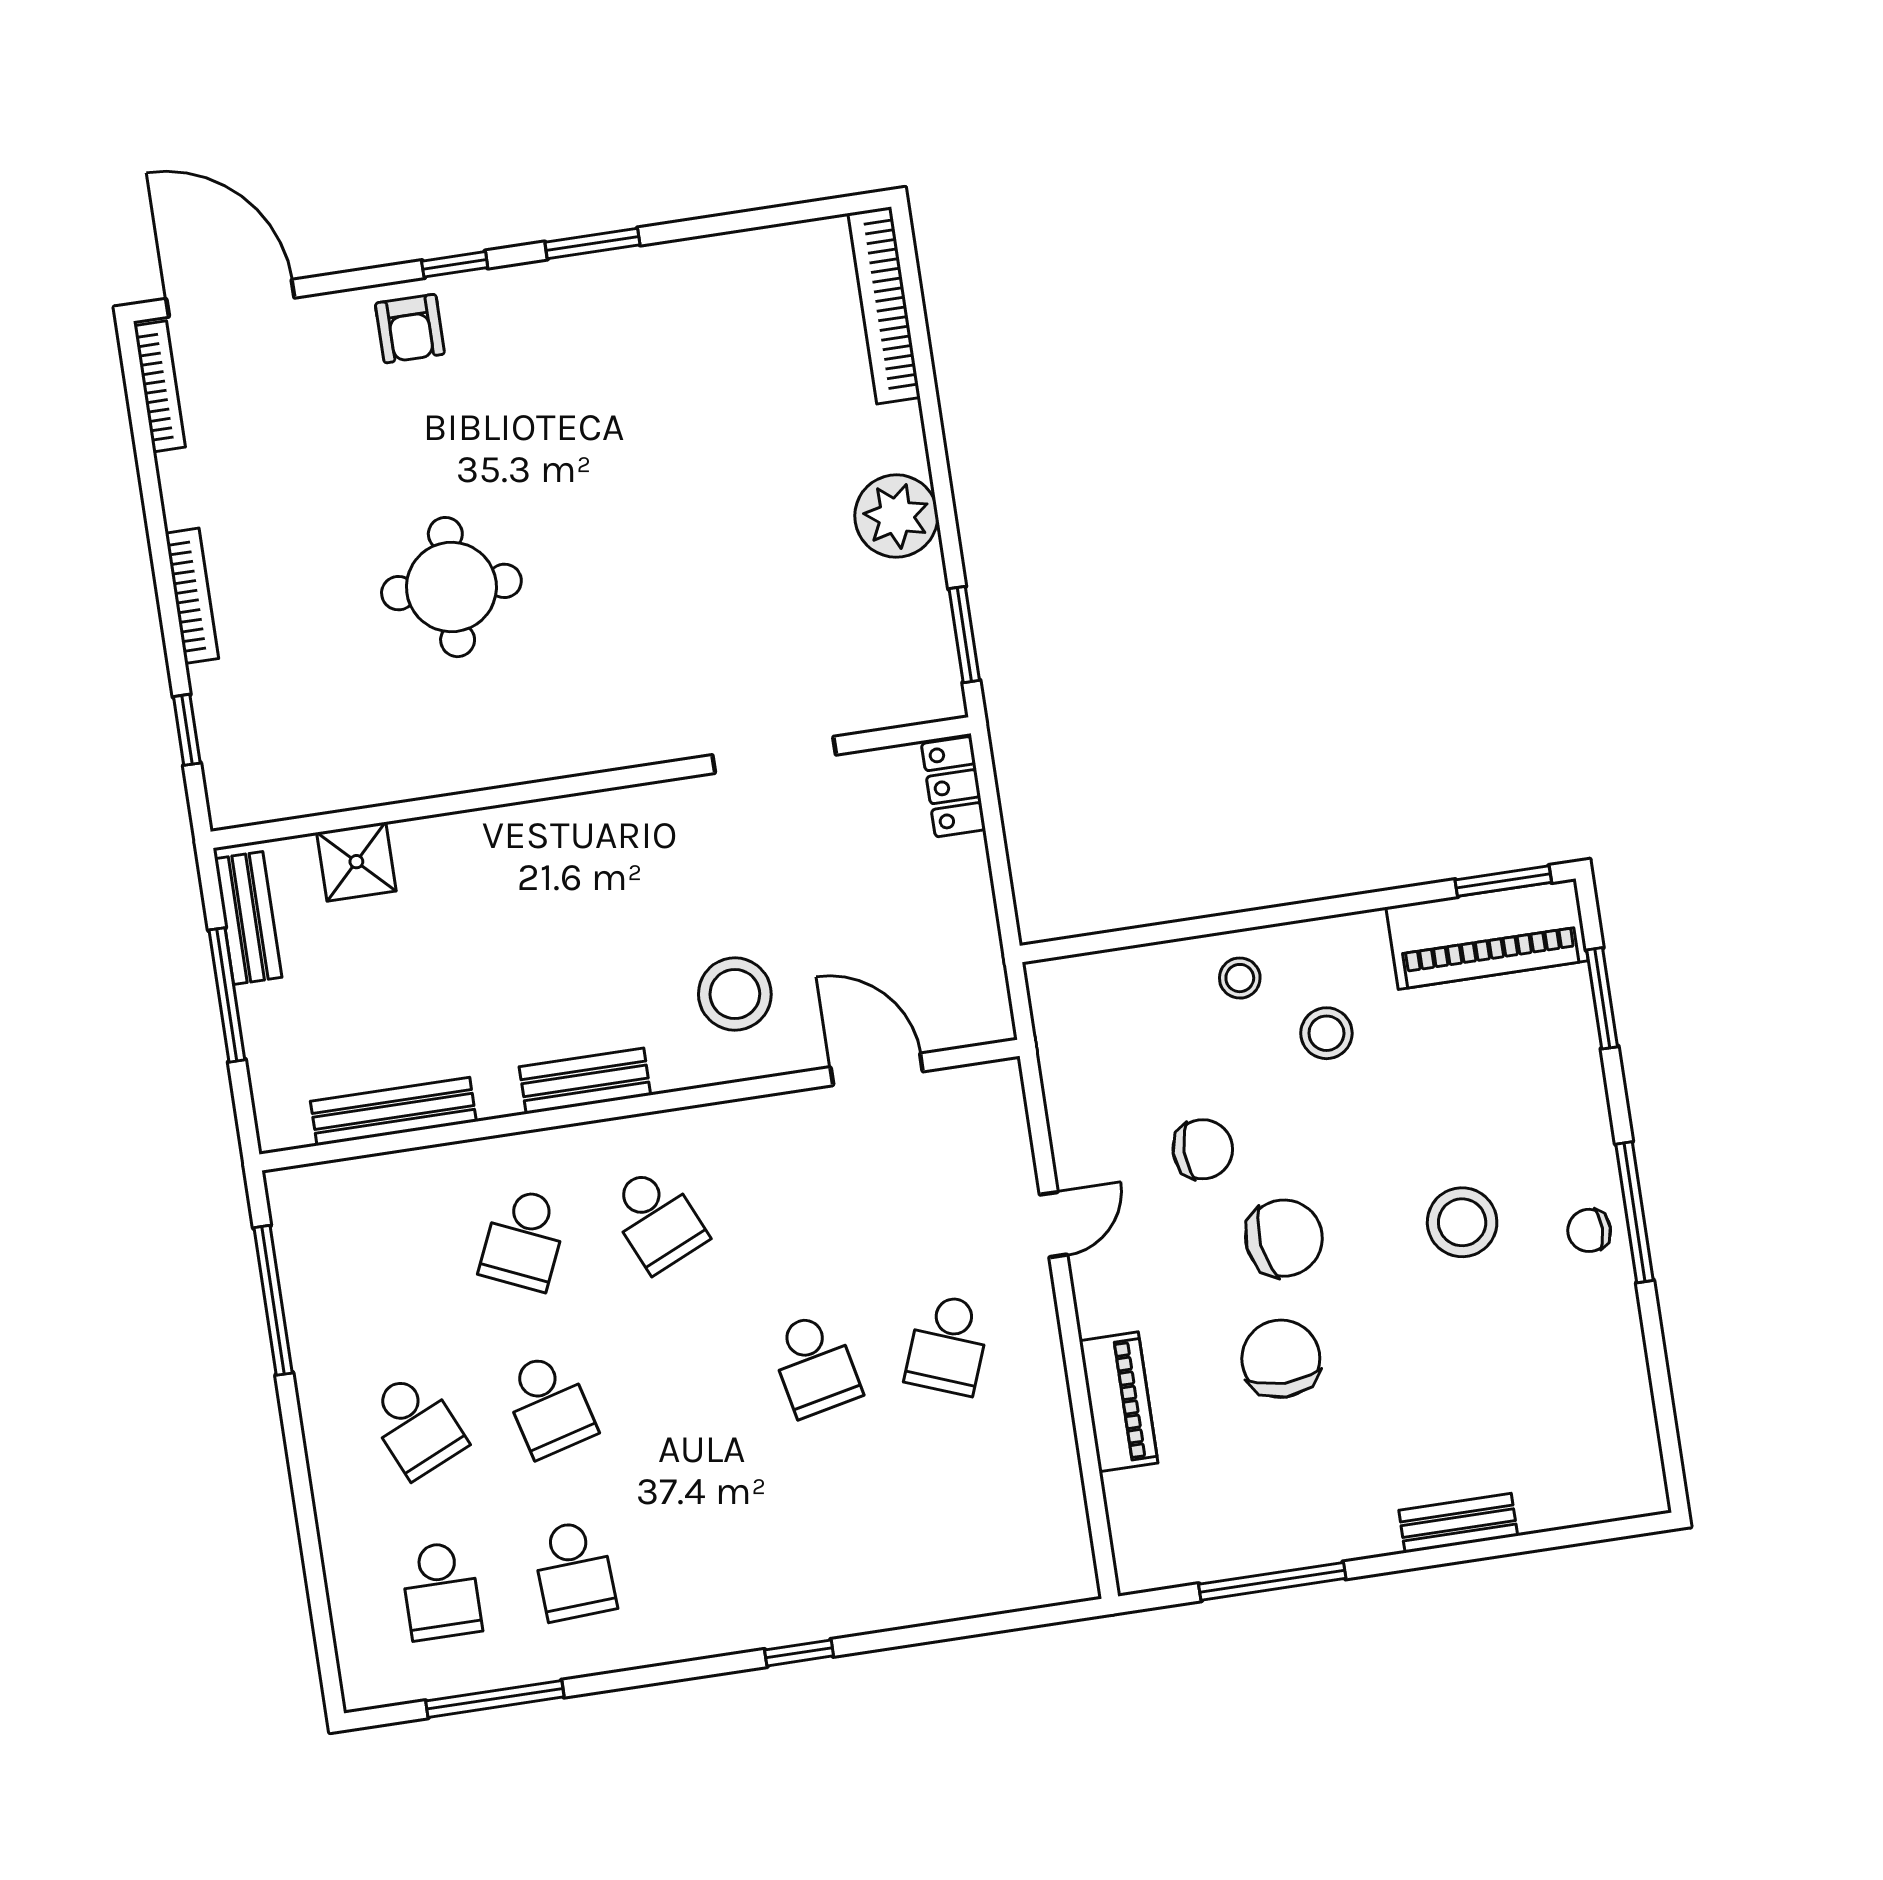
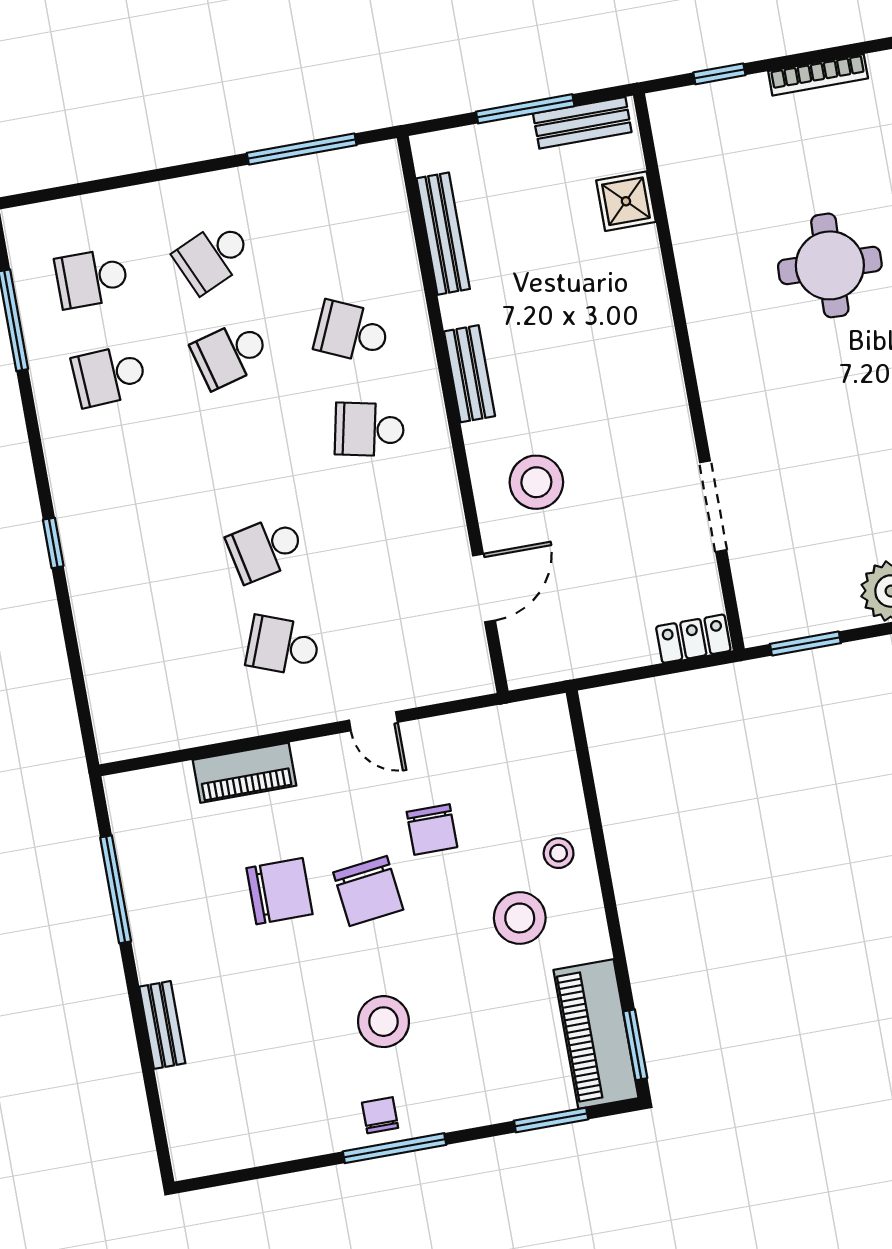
stool: (1326, 1033) -> (520, 918), width x1.38, depth x1.38
school desk: (657, 1219) -> (369, 429), turned 36

